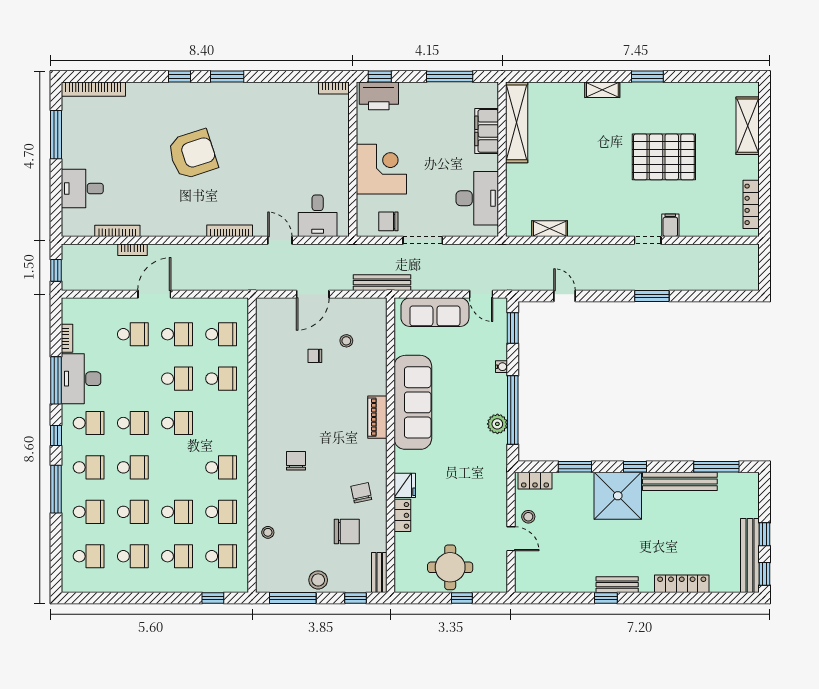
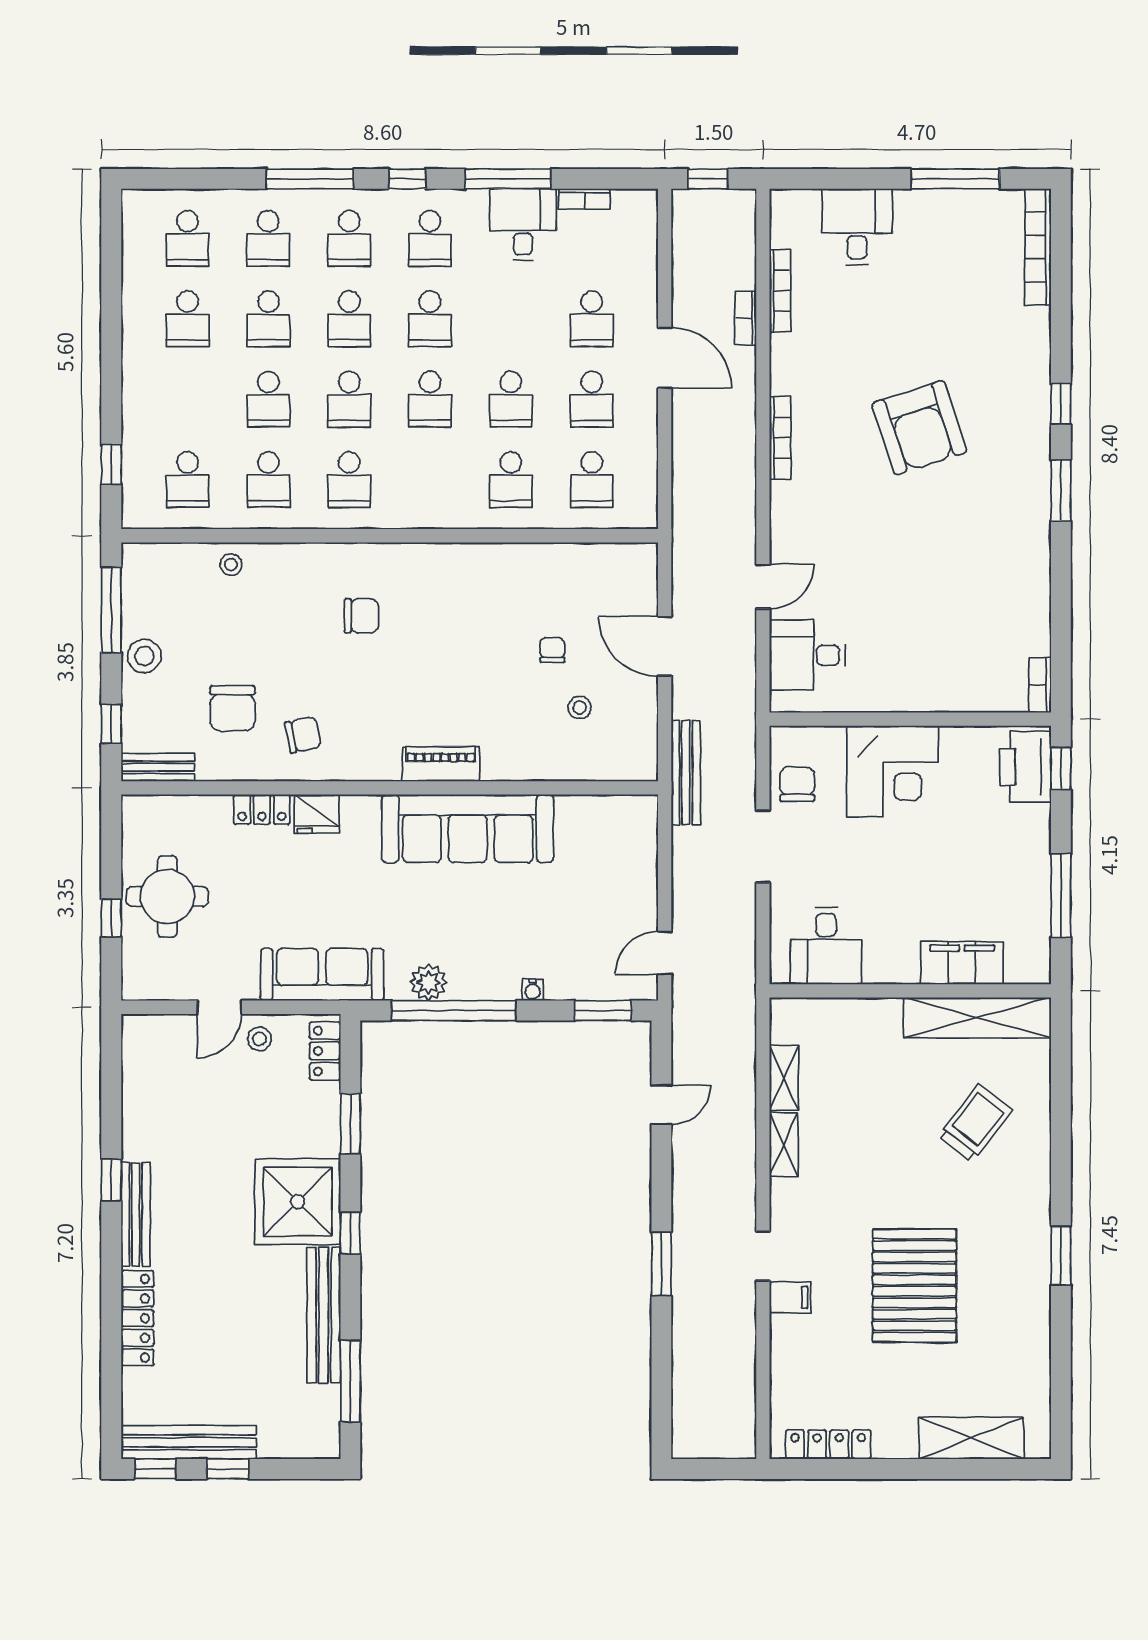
shelving: (602, 90) -> (784, 1144), moved
trolley: (575, 124) -> (975, 1123), added
desk: (477, 198) -> (826, 946), width x0.73
bookcase: (230, 231) -> (780, 438), moved
sofa: (435, 312) -> (322, 975), moved, turned 90
desk: (81, 379) -> (523, 225), width x0.73
school desk: (177, 556) -> (349, 399), moved
bench: (617, 585) -> (136, 1214), width x1.36

